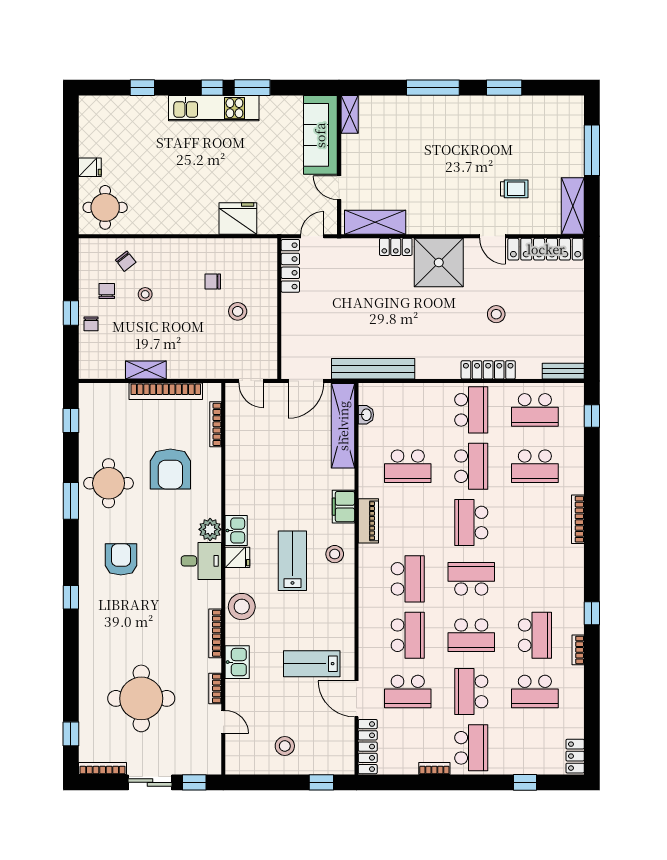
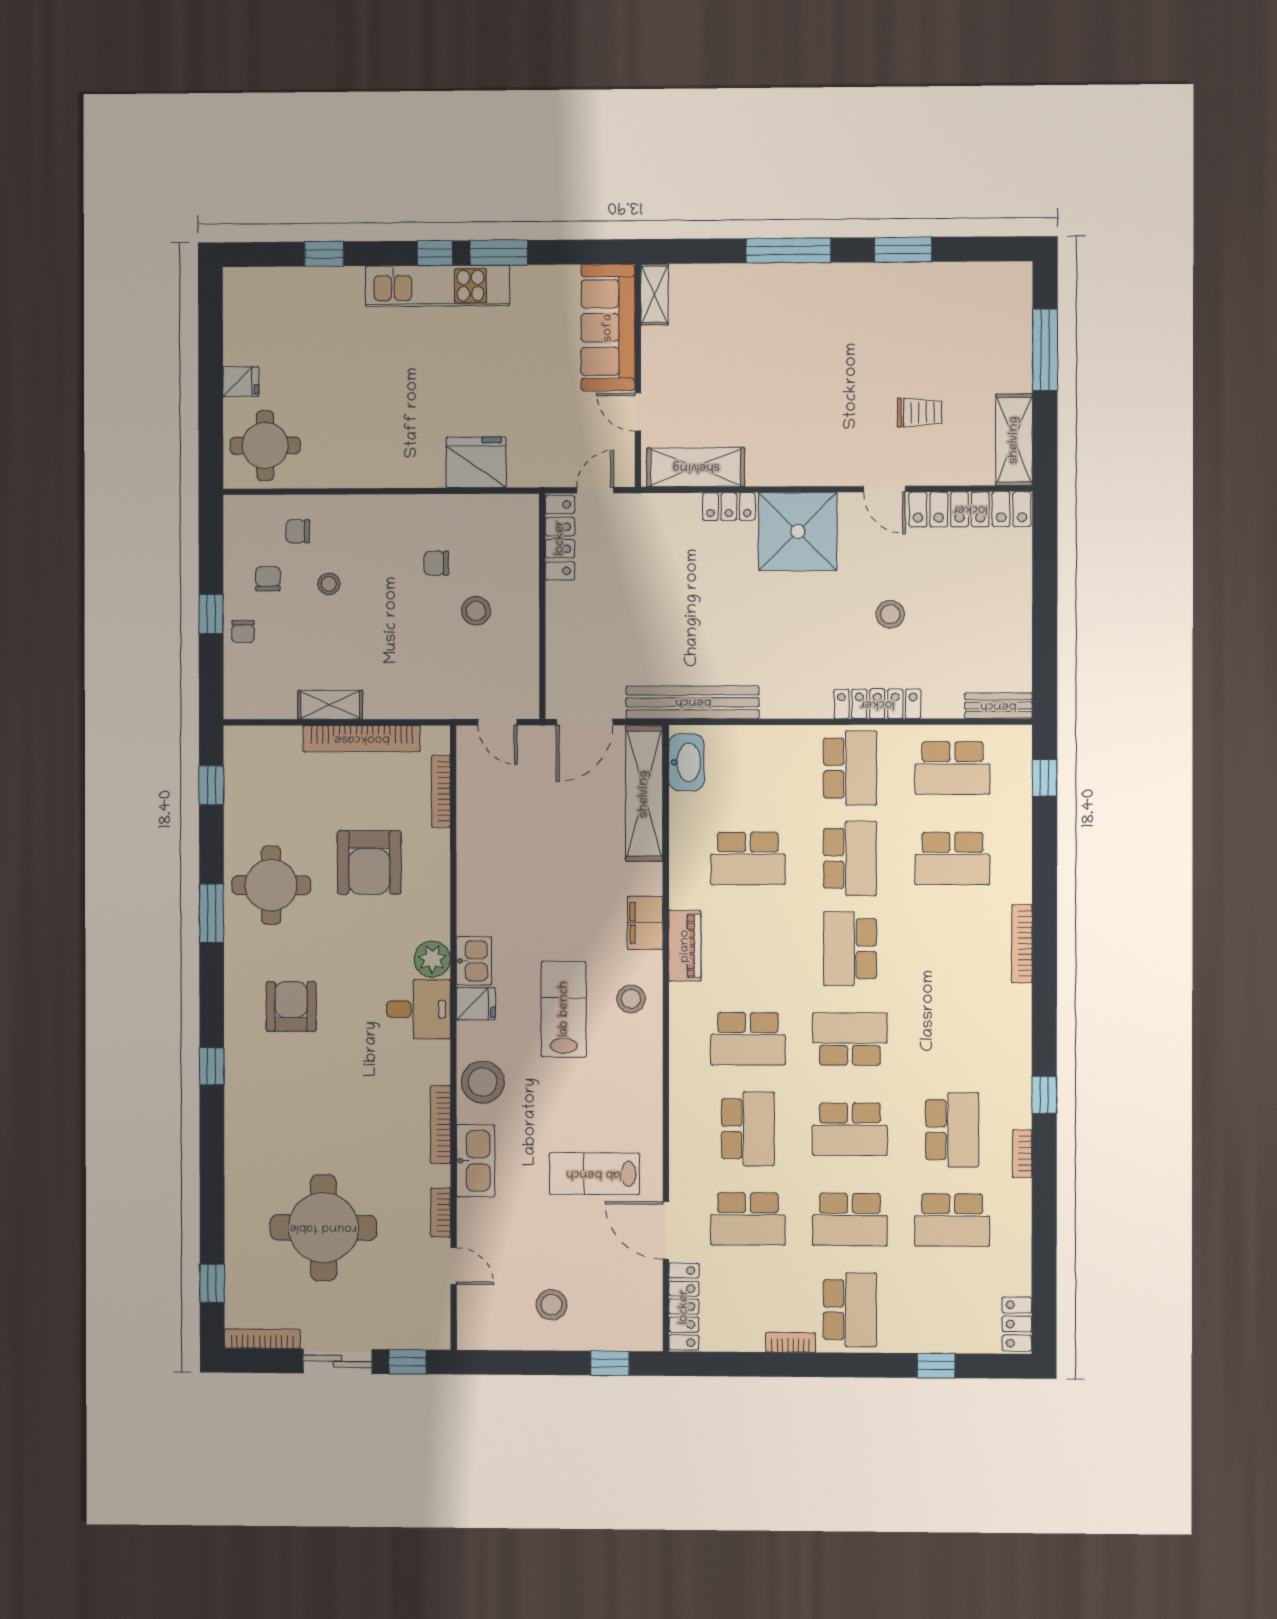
chair: (126, 261) -> (298, 531), turned 128
washbasin: (366, 415) -> (686, 762), width x1.91, depth x1.45
school desk: (408, 579) -> (748, 1039), turned 90
kitchen sink: (237, 662) -> (476, 1161), width x1.38
school desk: (471, 692) -> (850, 1219), turned -90

